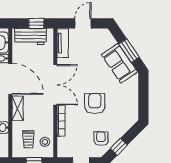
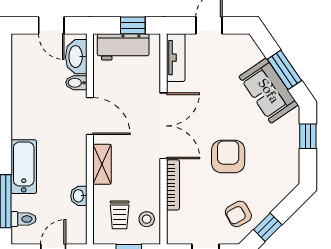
door: (10, 79) -> (90, 116), width x0.73
window: (143, 91) -> (308, 136), added
armchair: (101, 139) -> (238, 214), turned -119

